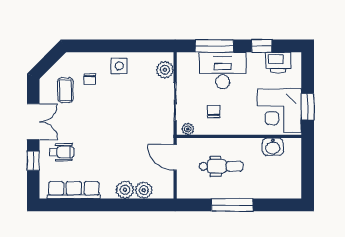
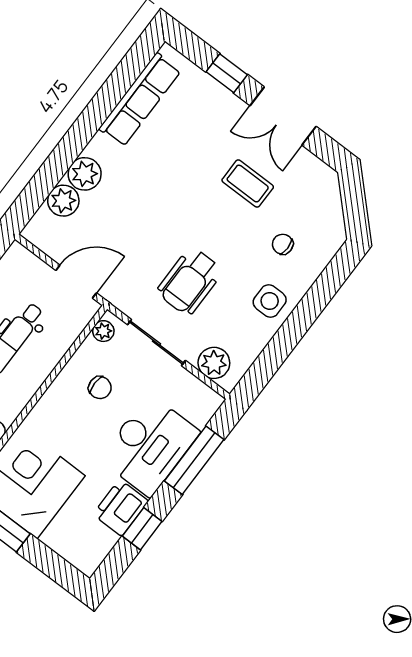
printer: (278, 62) -> (121, 508), moved
coffee table: (65, 90) -> (248, 184), moved
wheelchair: (62, 152) -> (190, 281), moved, width x1.36, depth x1.37

